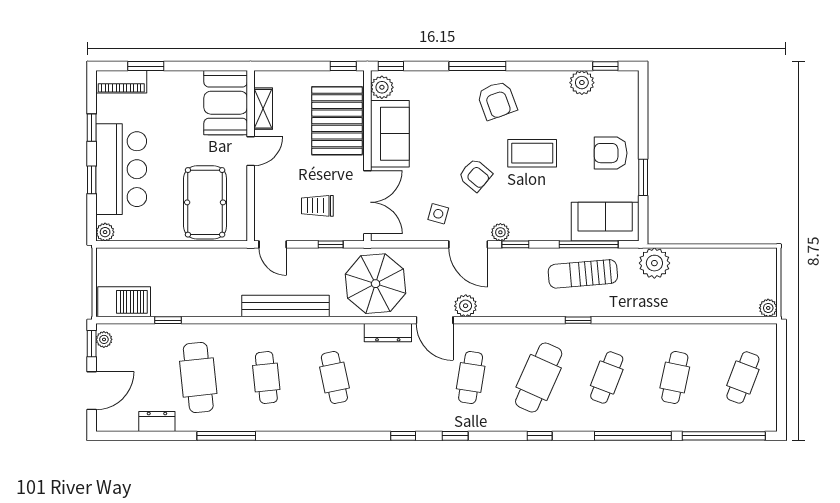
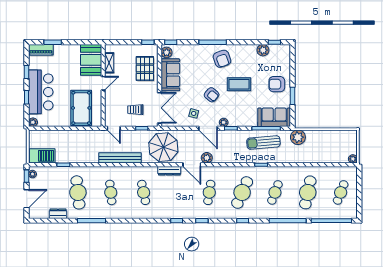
pallet: (337, 121) -> (145, 69), width x0.73, depth x0.71
cafe table: (675, 377) -> (308, 192), width x1.37, depth x1.35

